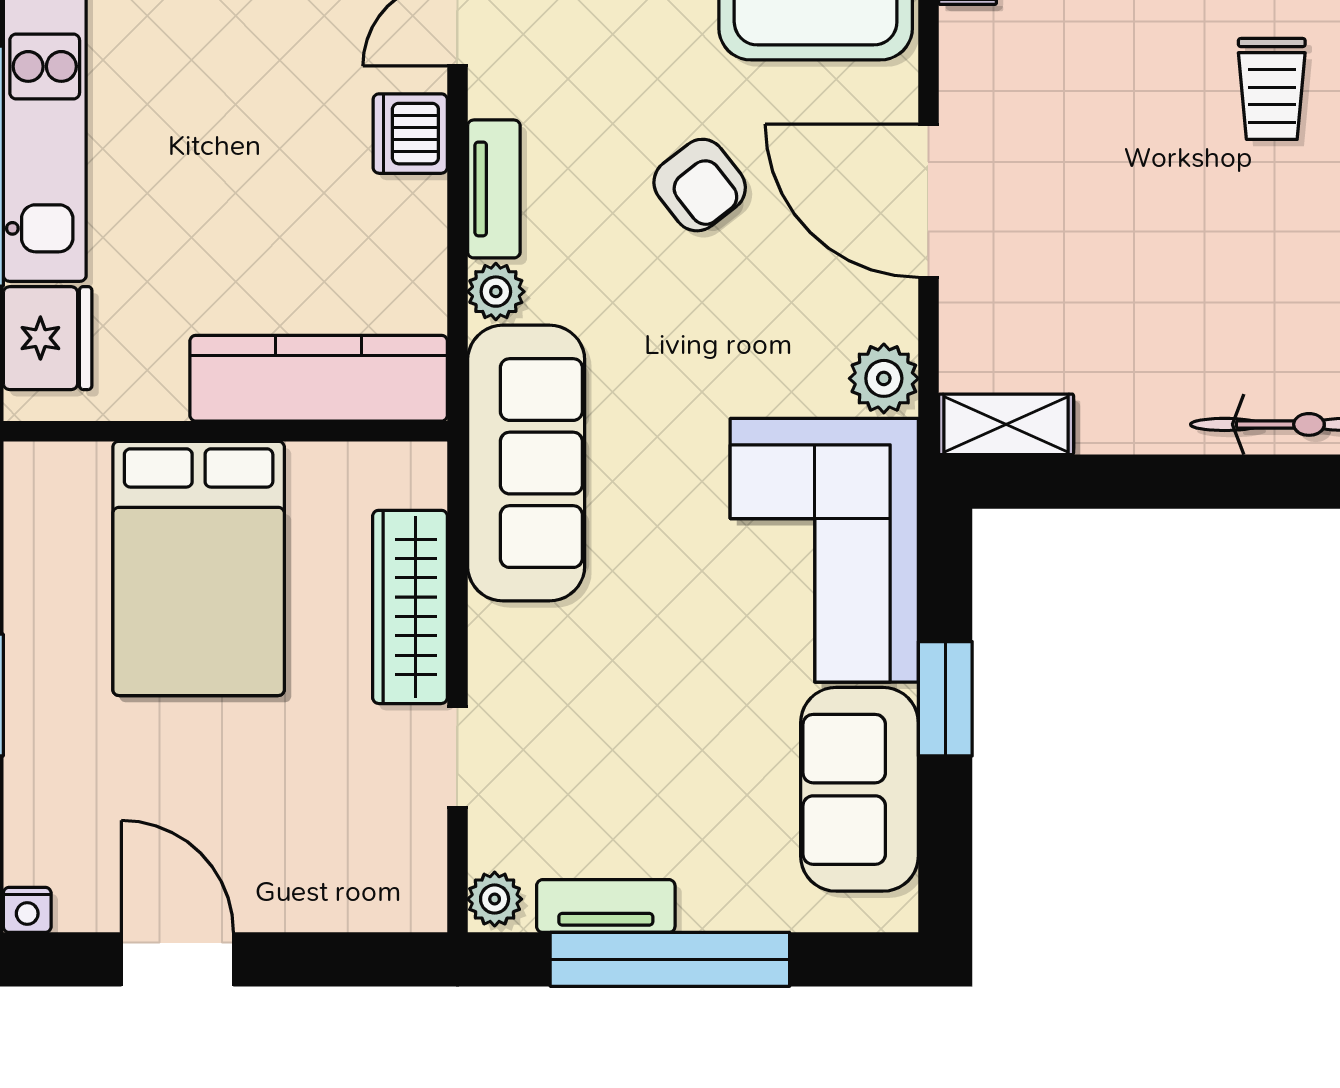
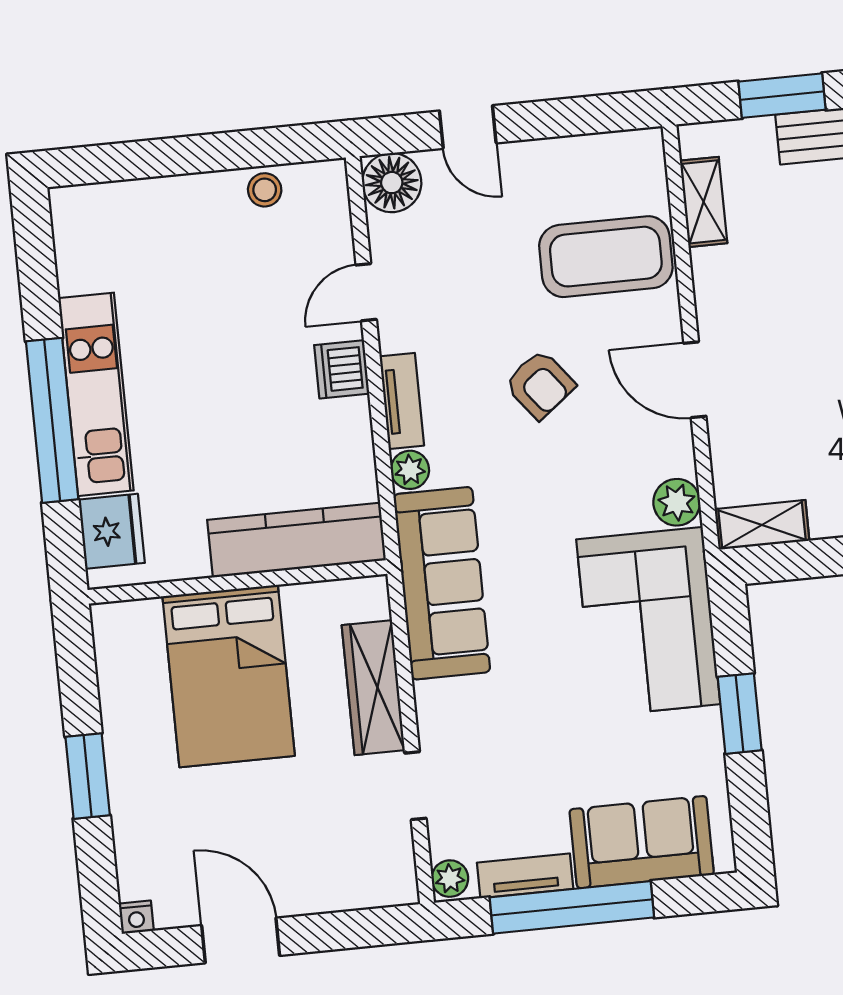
door: (928, 201) -> (695, 380), width x0.73
sofa: (859, 789) -> (642, 842), moved, turned 90

